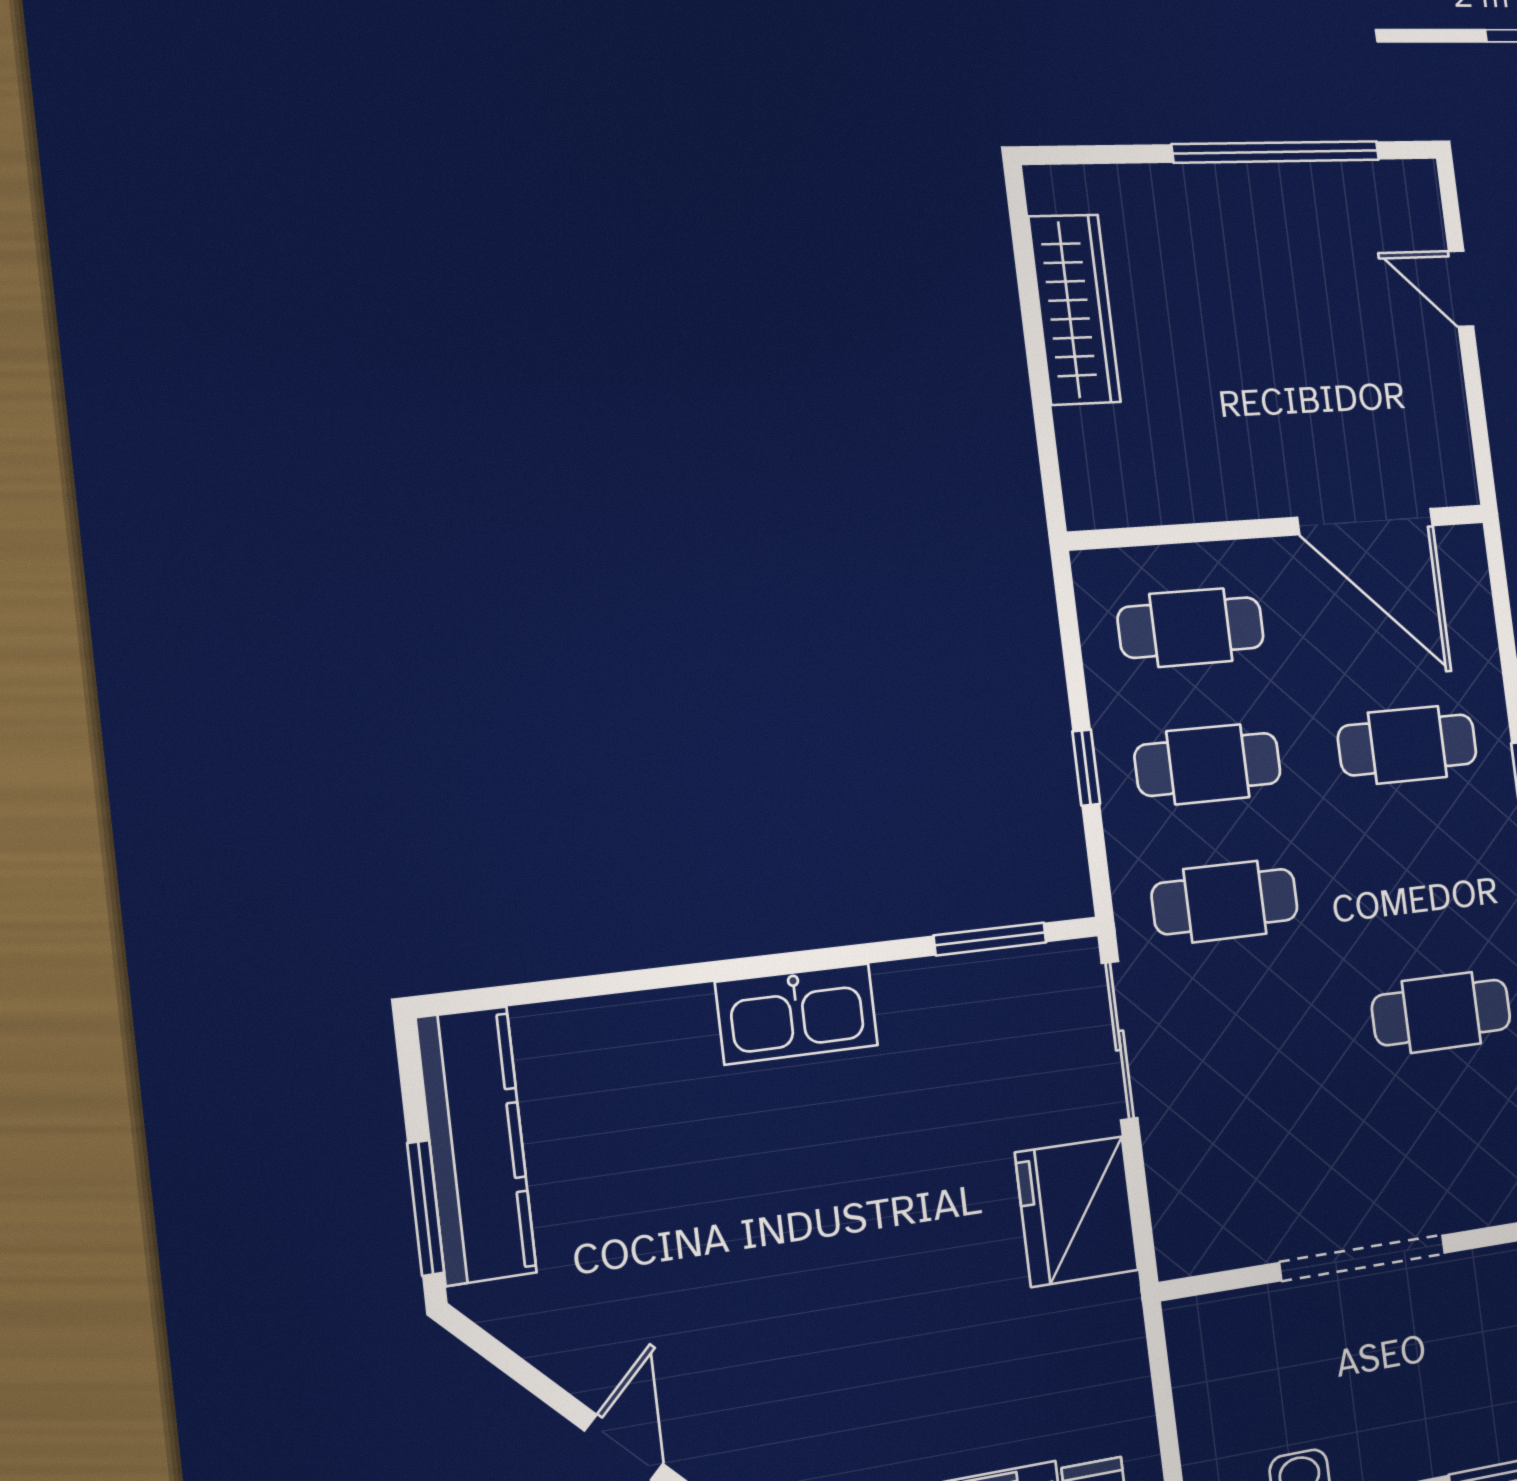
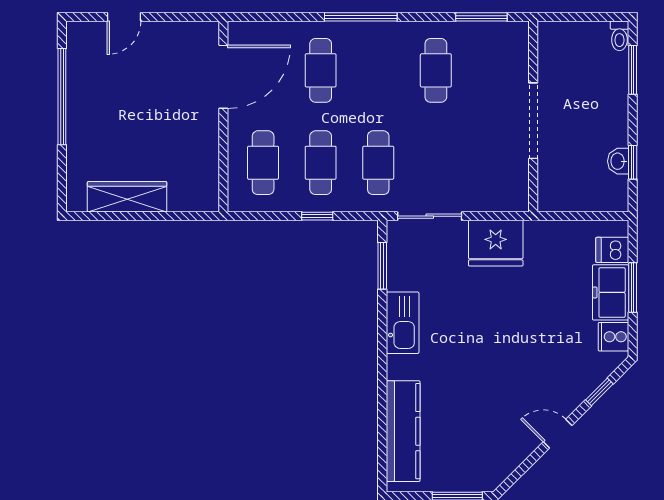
kitchen sink: (797, 1014) -> (403, 323), moved
kitchen counter: (476, 1145) -> (403, 431), moved, turned 90

